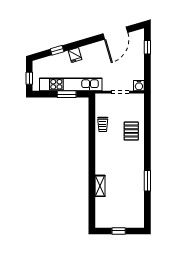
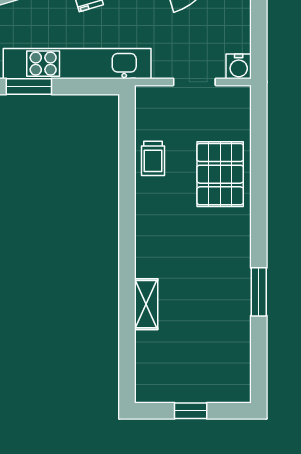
window: (67, 94) -> (29, 87), moved
pallet: (131, 131) -> (220, 174), width x1.50, depth x1.42

